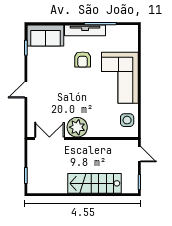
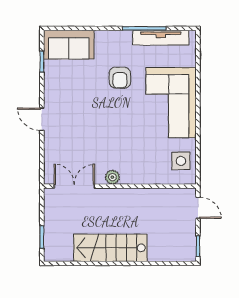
tv unit: (85, 30) -> (161, 38), moved
door: (26, 90) -> (42, 119), hinge flipped
plant: (77, 127) -> (112, 177), width x0.53, depth x0.53
stairs: (94, 183) -> (110, 248), moved

